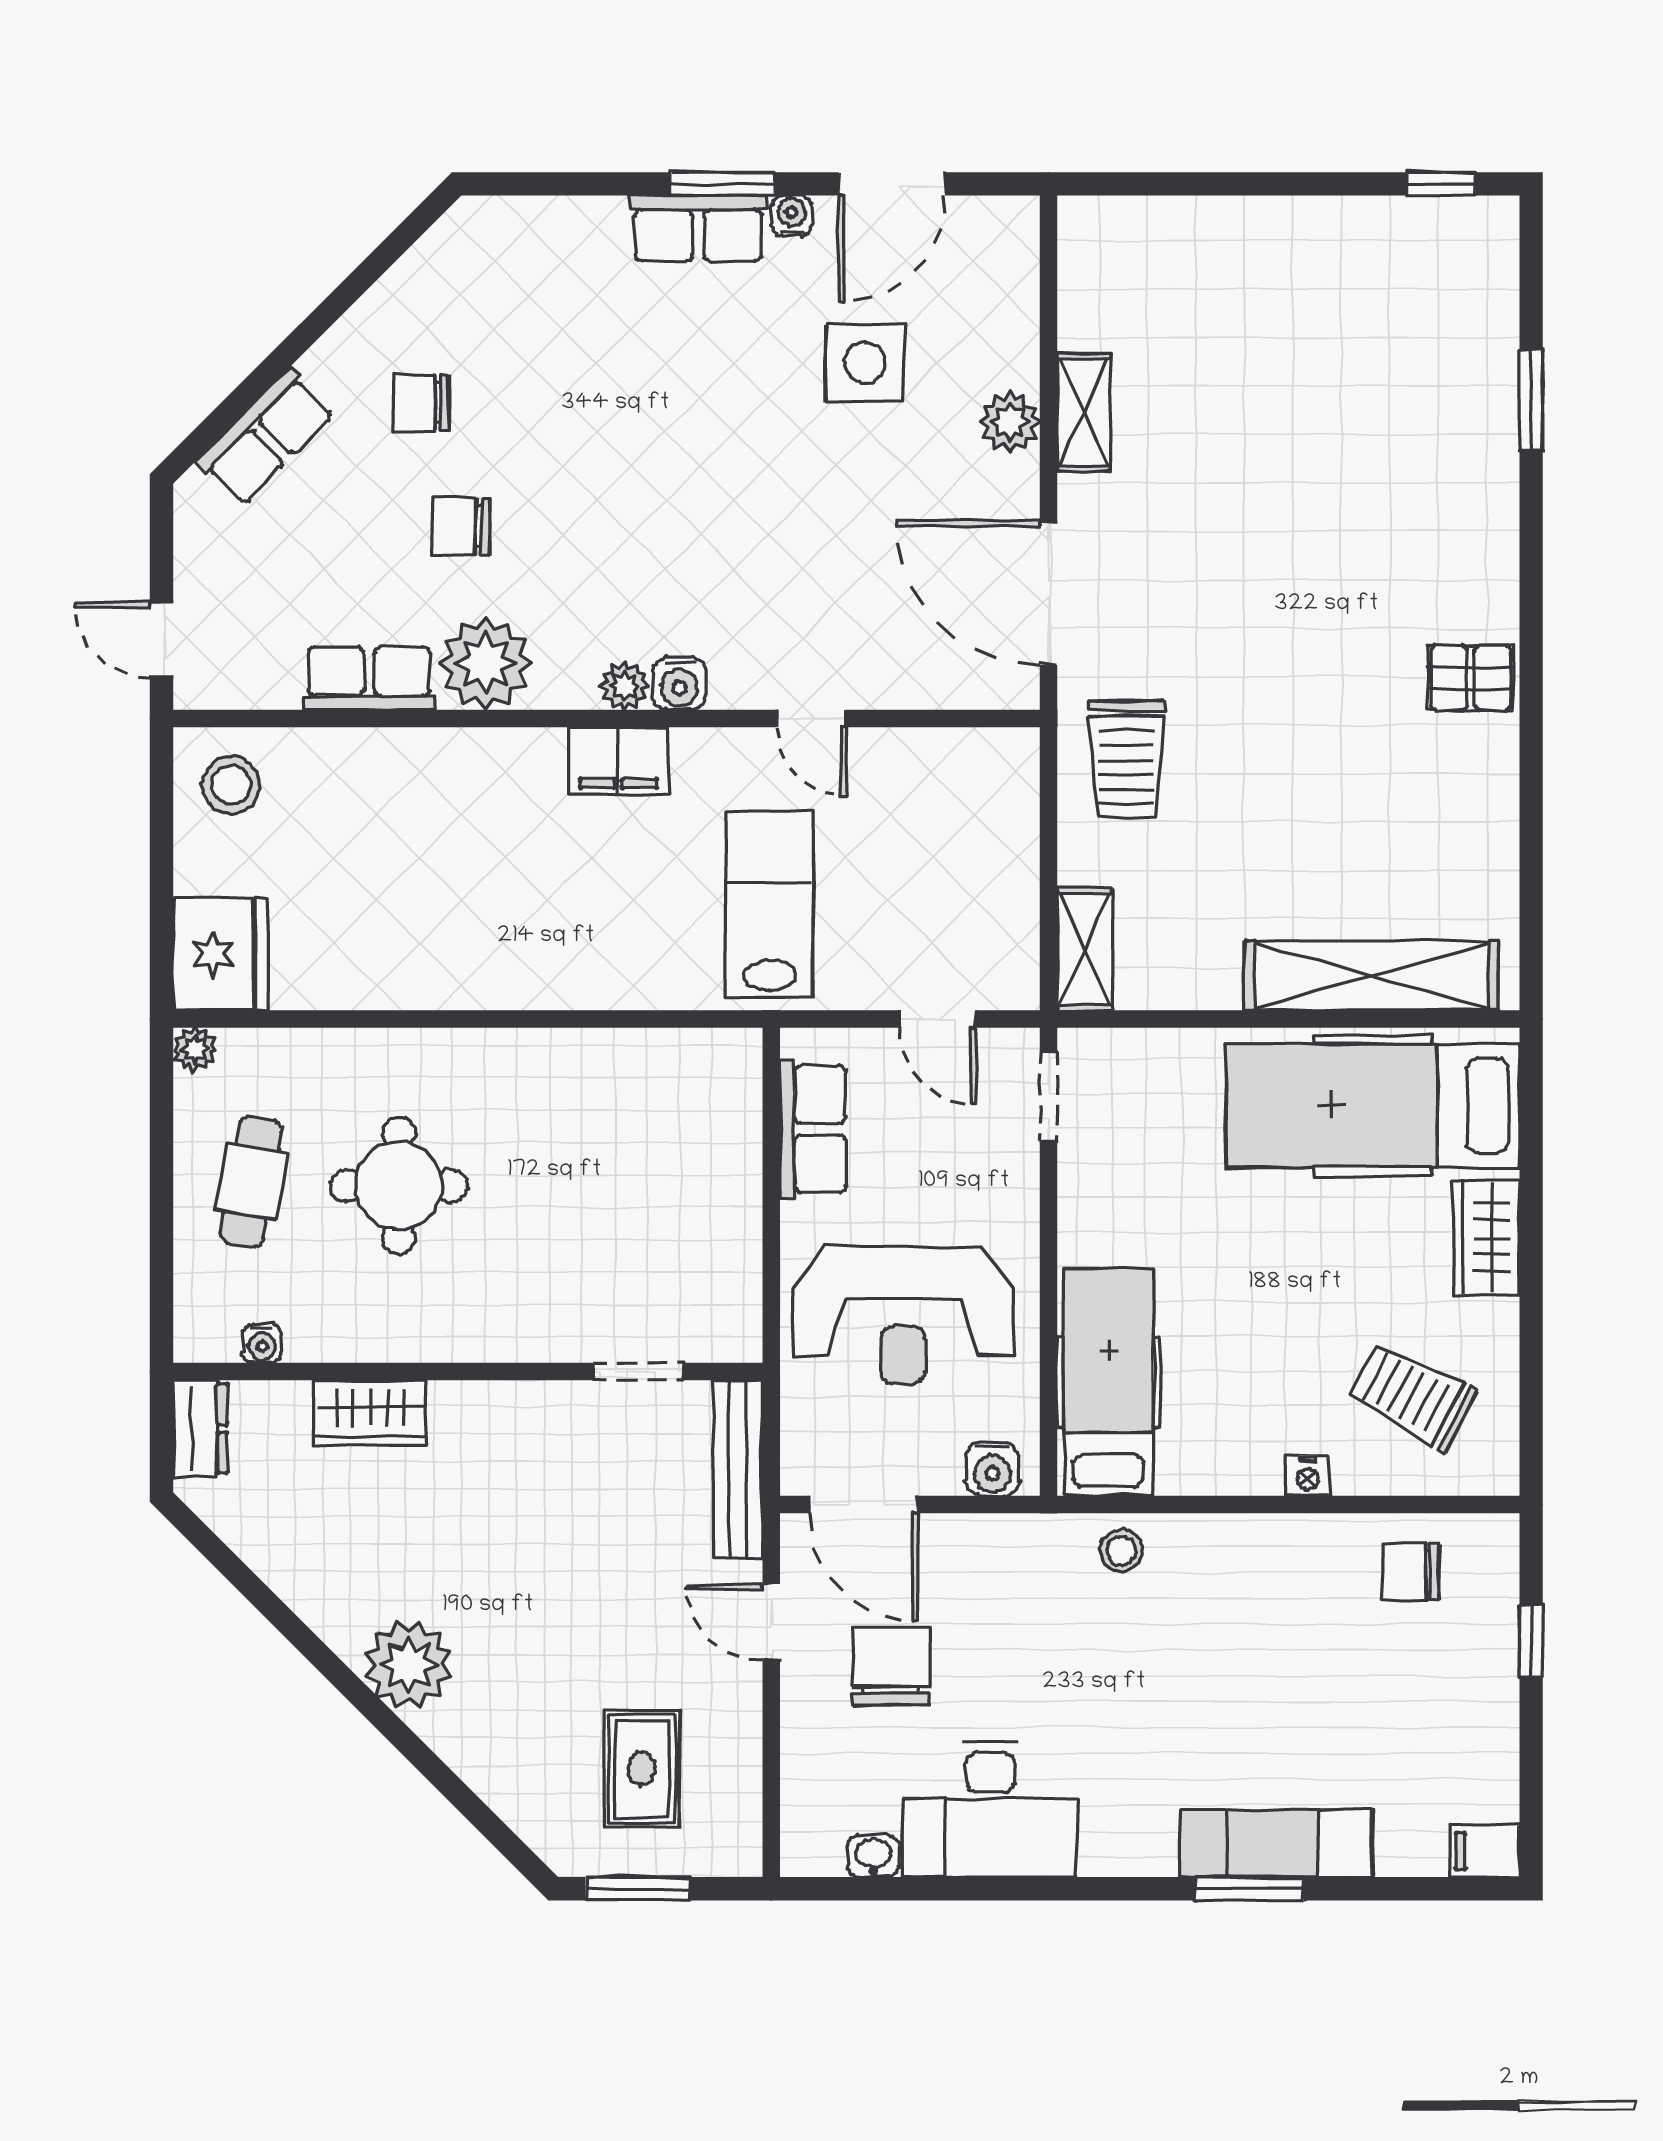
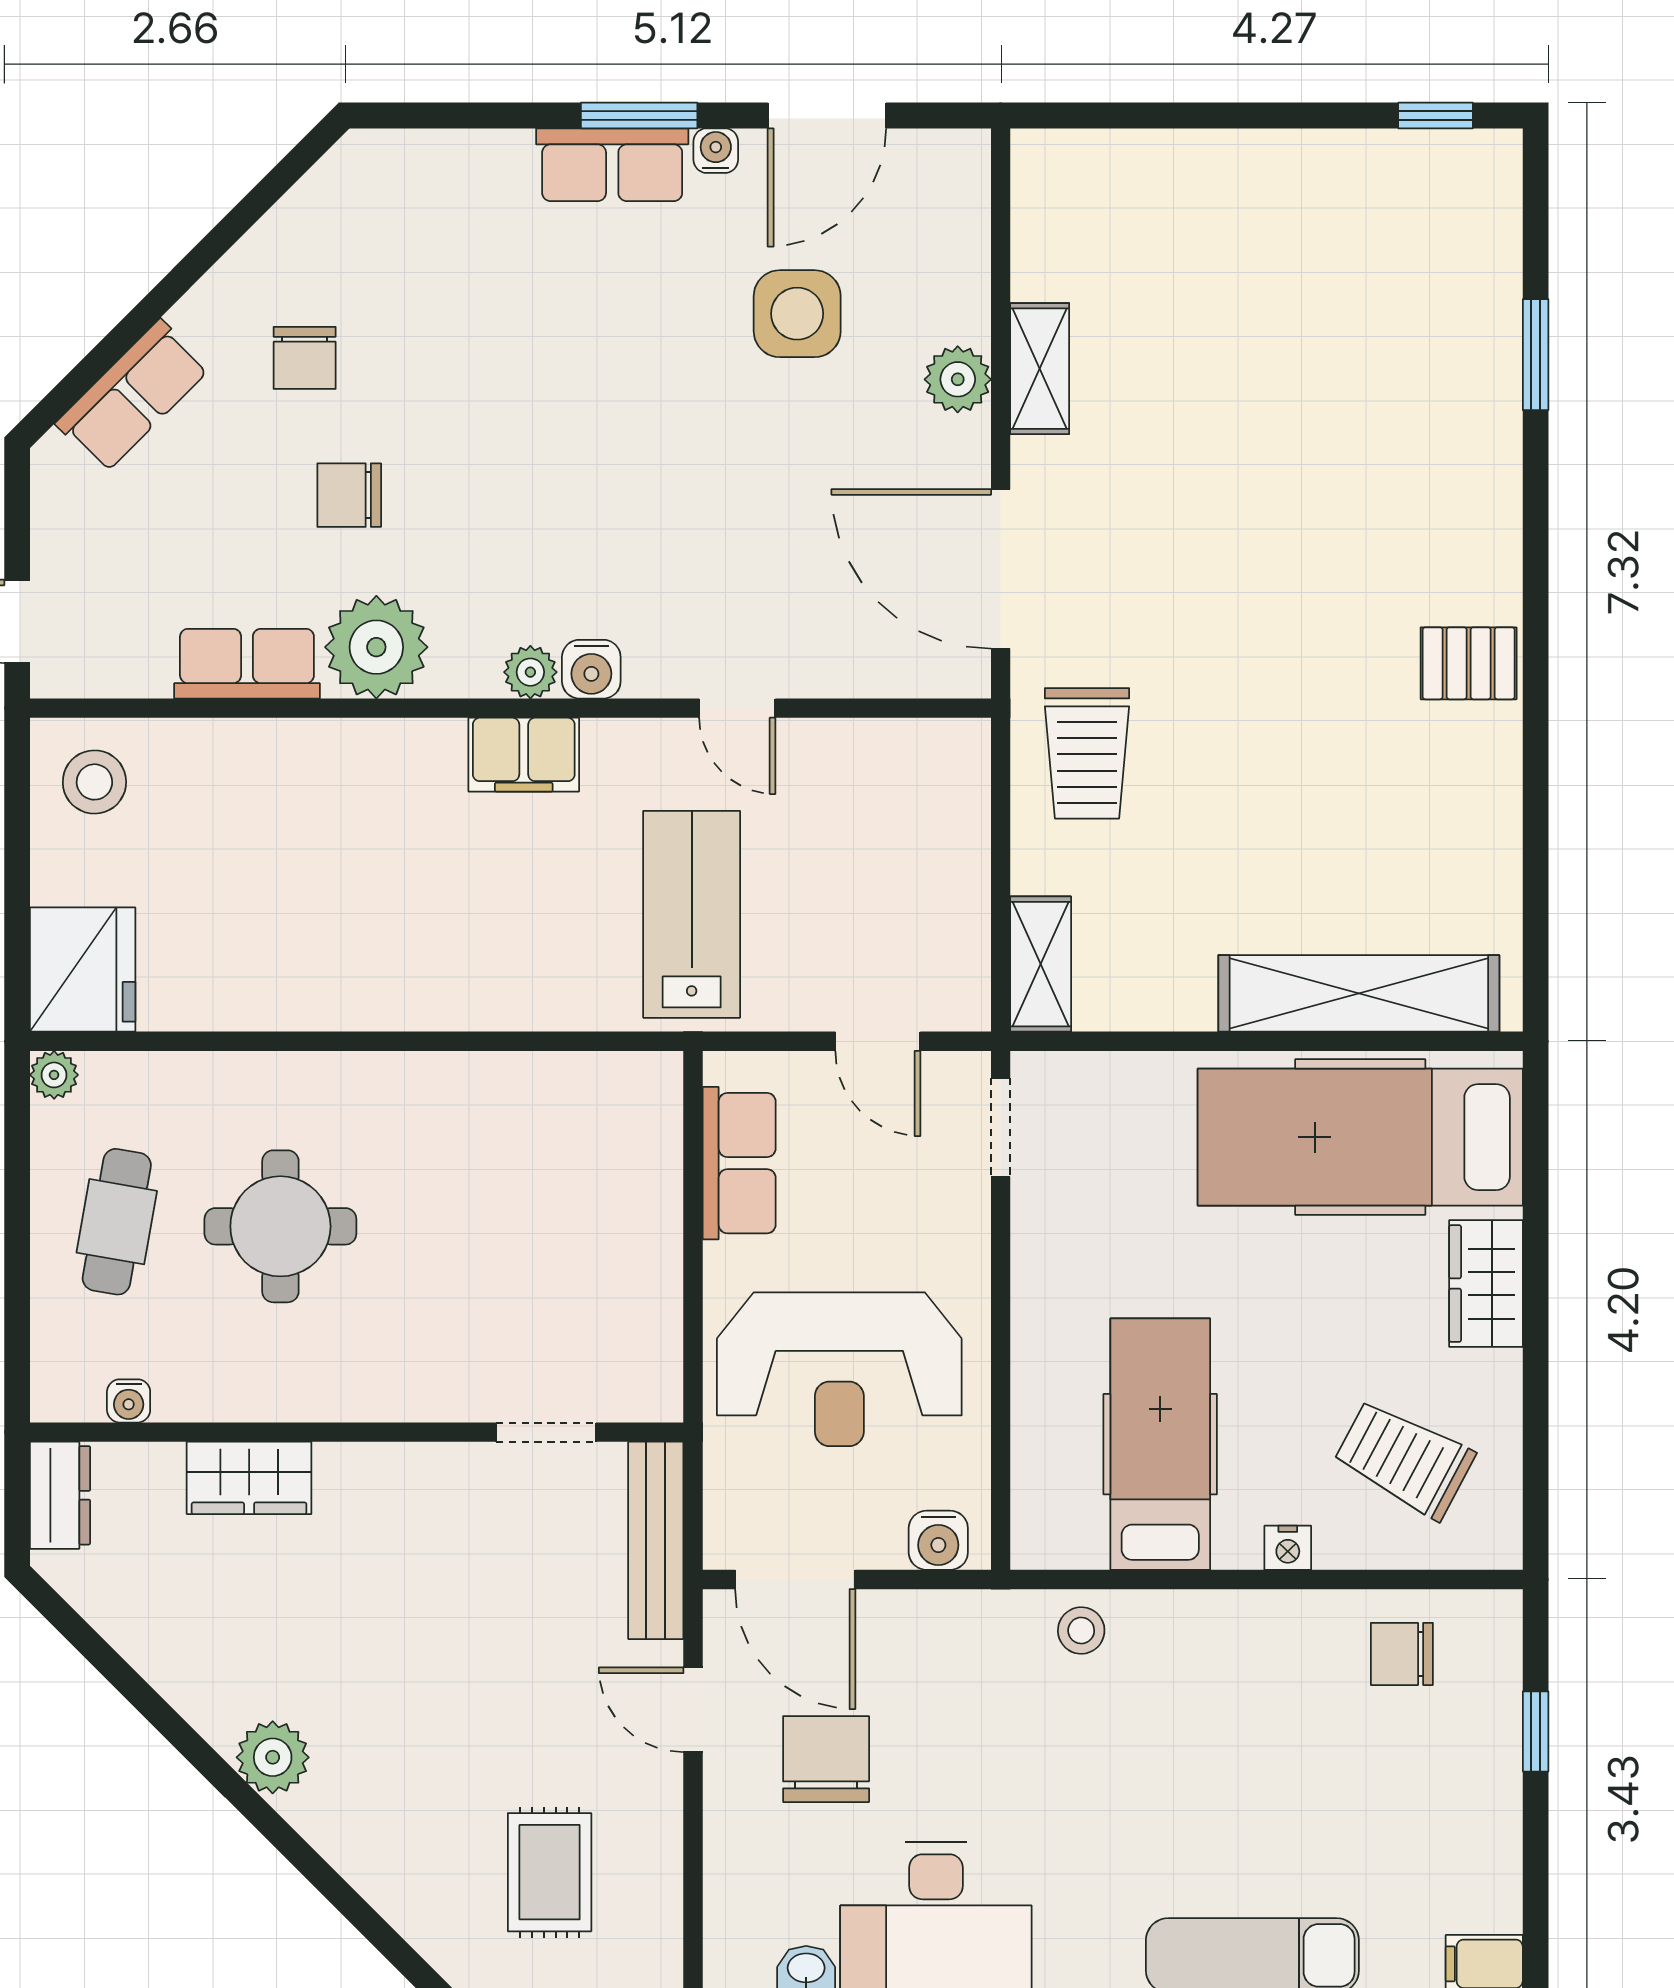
chair: (421, 403) -> (305, 358), turned -90
hospital bed: (1108, 1382) -> (1160, 1444), moved
plant: (409, 1665) -> (273, 1757), width x0.73, depth x0.73

